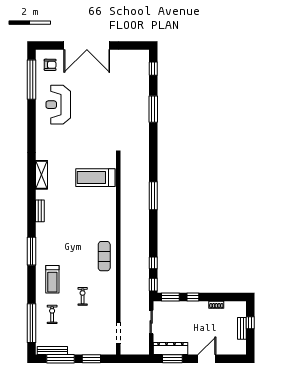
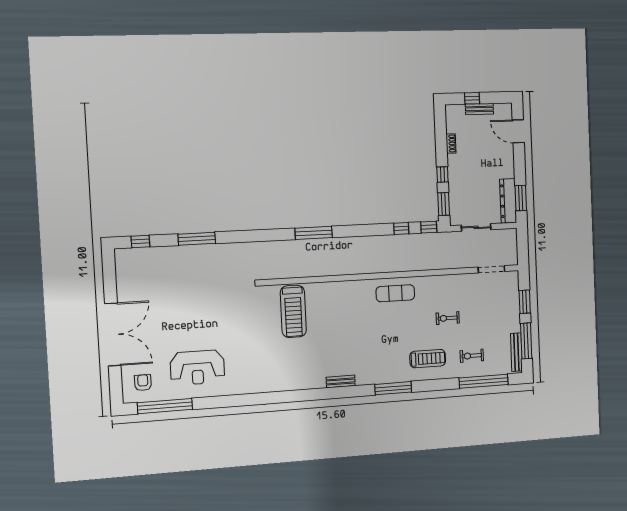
shelving: (42, 175) -> (293, 383), removed
door: (207, 359) -> (518, 131), moved

